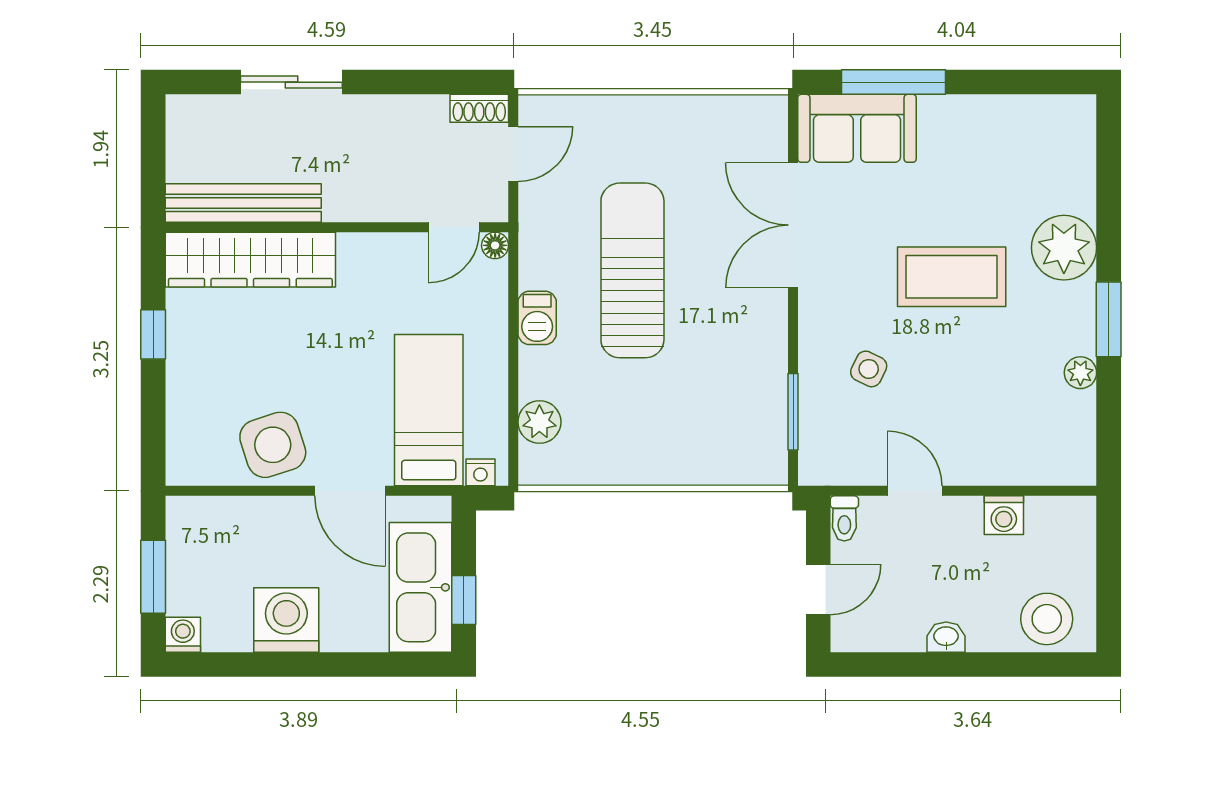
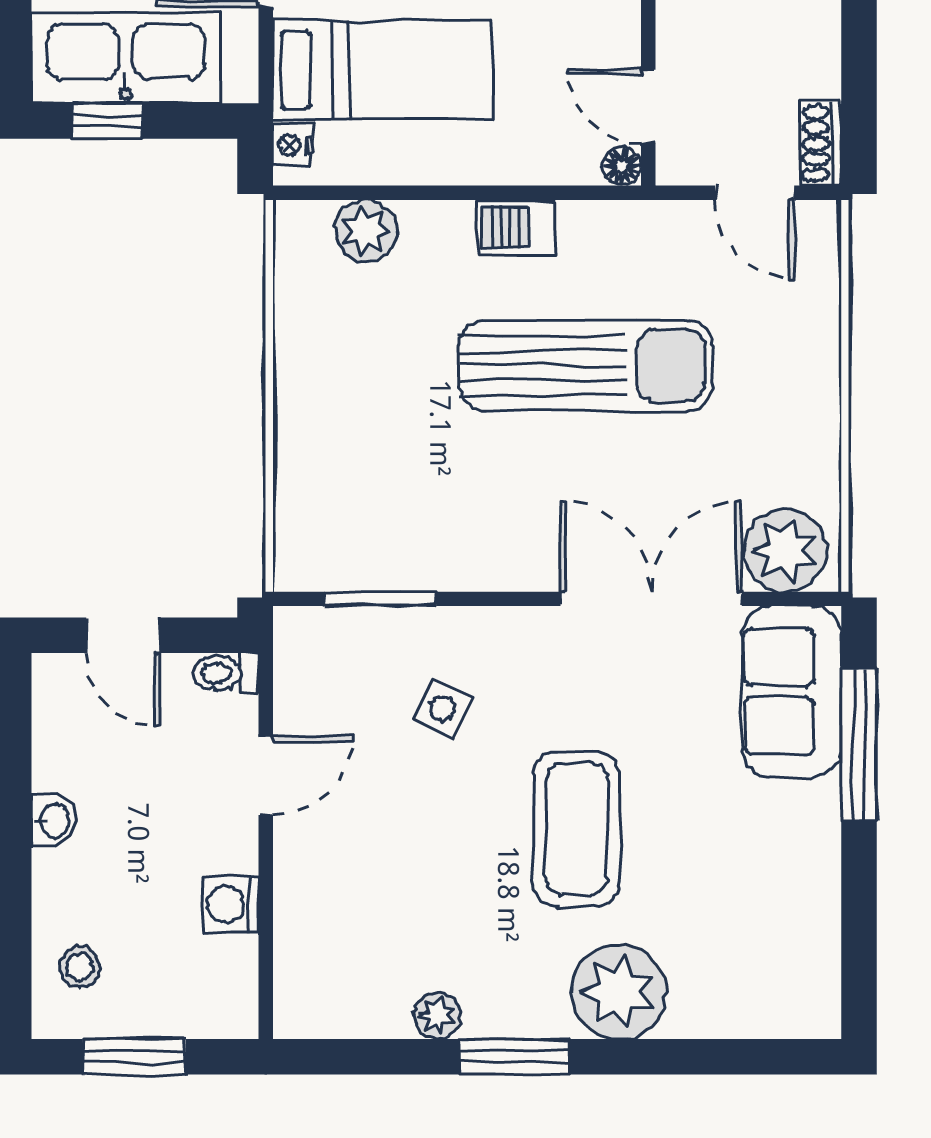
plant: (760, 133) -> (785, 550), added
window: (1109, 582) -> (134, 1057), added
stool: (1047, 619) -> (80, 967), width x0.53, depth x0.53

